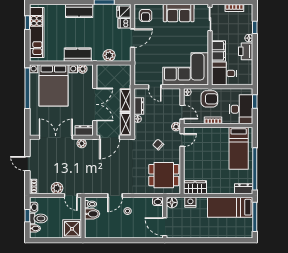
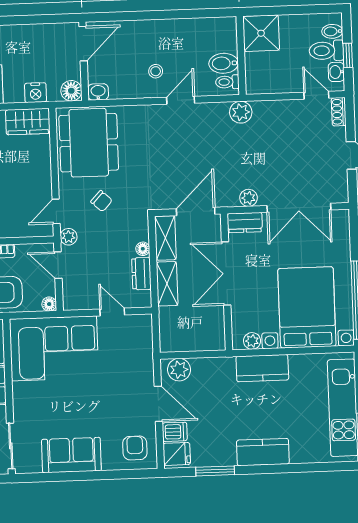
door: (132, 38) -> (158, 404), swing flipped
plant: (109, 55) -> (179, 370), moved
dining table: (164, 175) -> (89, 143), width x1.38
plant: (57, 188) -> (241, 112), moved
door: (71, 195) -> (316, 95), moved
door: (165, 227) -> (83, 44), hinge flipped

